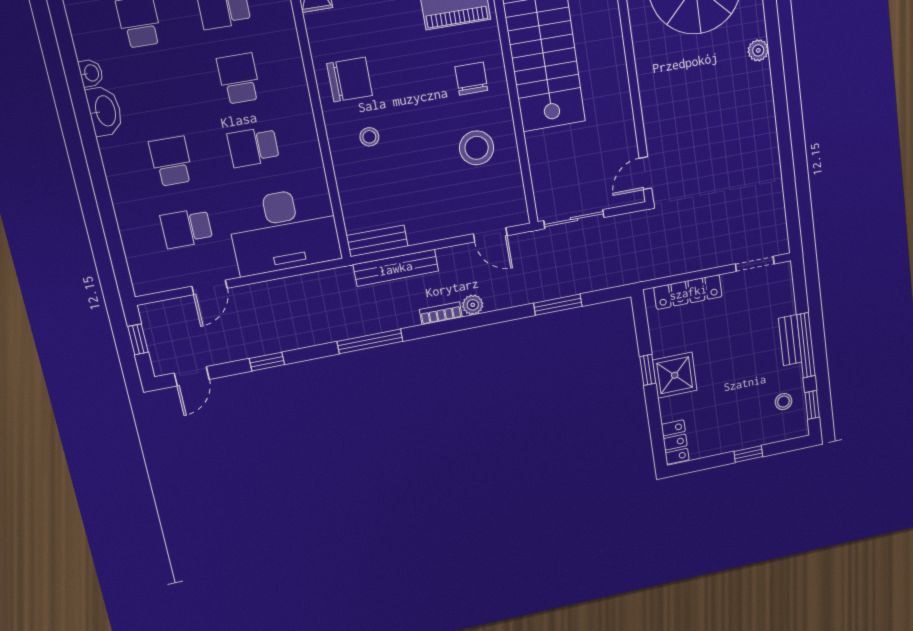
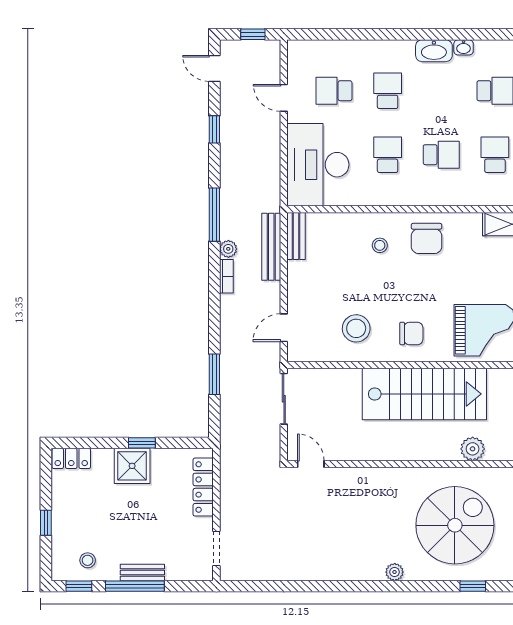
school desk: (171, 161) -> (388, 91), turned -90
school desk: (187, 228) -> (334, 91), turned -90
plant: (473, 305) -> (228, 249), moved

